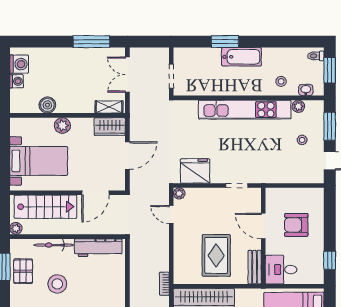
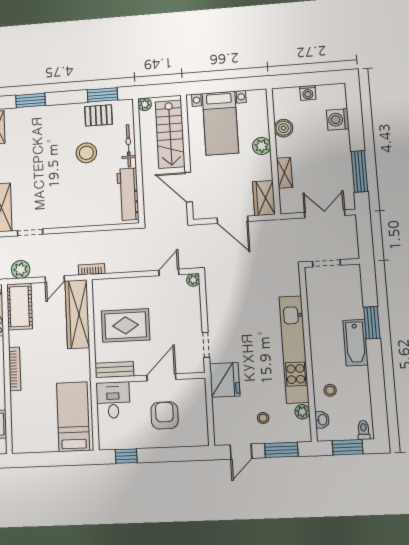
washing machine: (19, 64) -> (338, 119), moved, turned 90
shelving: (109, 107) -> (284, 173), moved
fridge: (195, 171) -> (225, 380), moved

